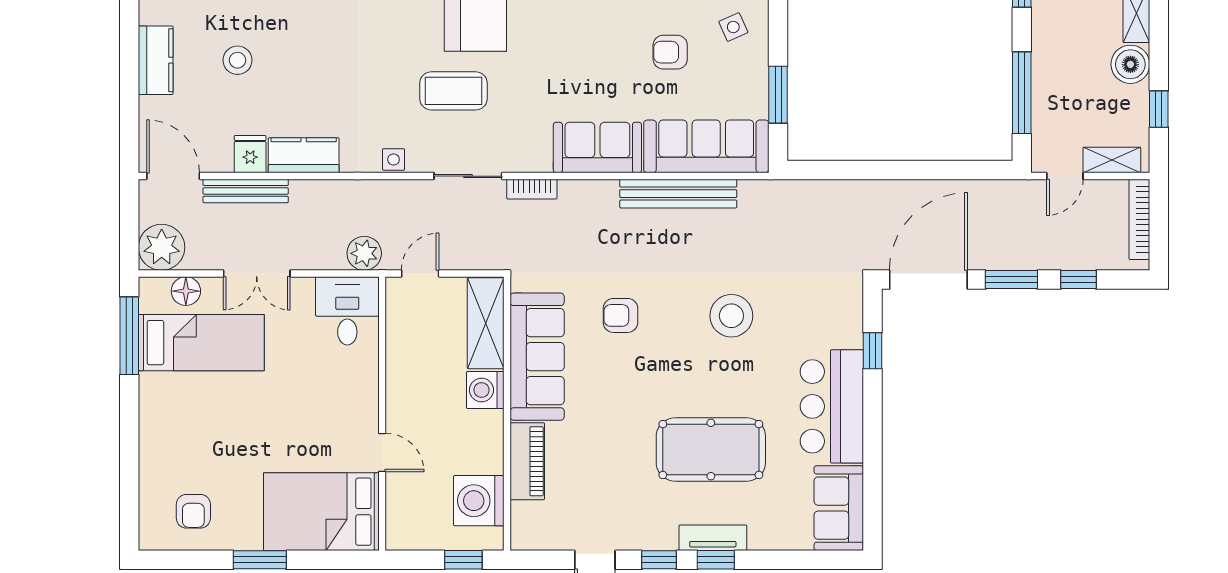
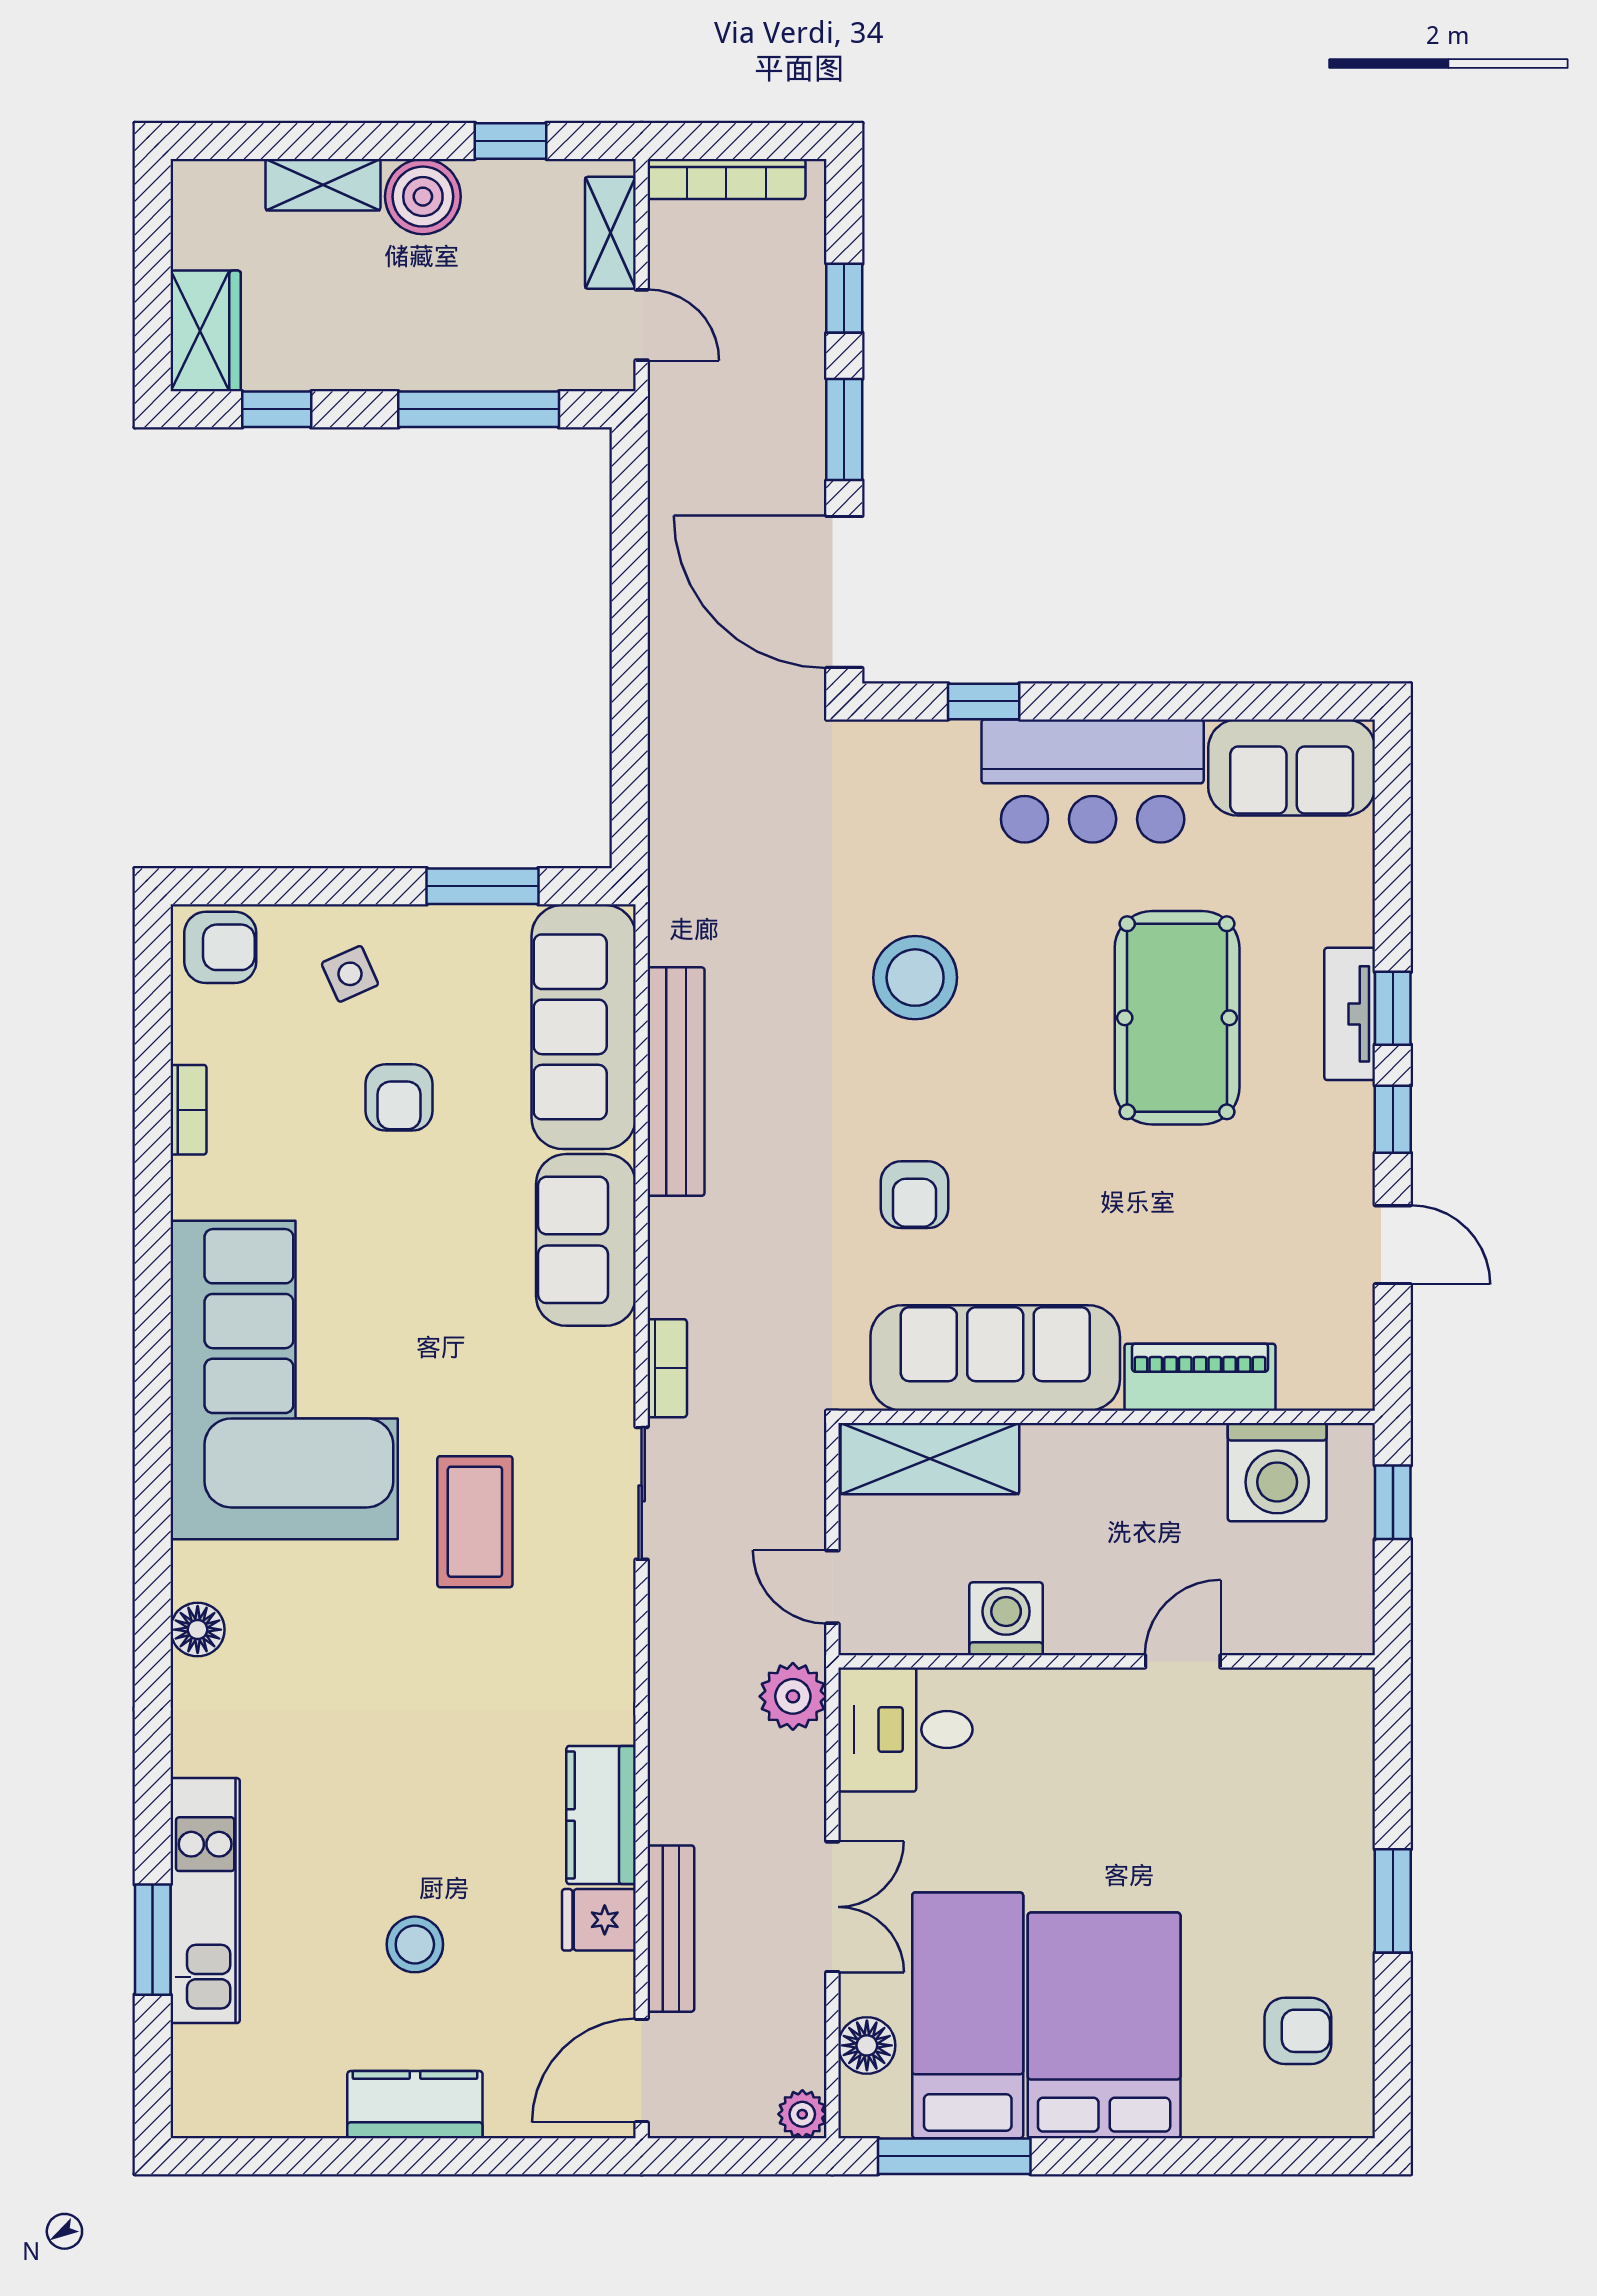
side table: (394, 159) -> (609, 1639), removed
plant: (162, 247) -> (802, 2114), width x0.53, depth x0.53
washing machine: (485, 390) -> (1006, 1619), moved, turned 180
bed: (321, 512) -> (1104, 2025), moved, turned 180

